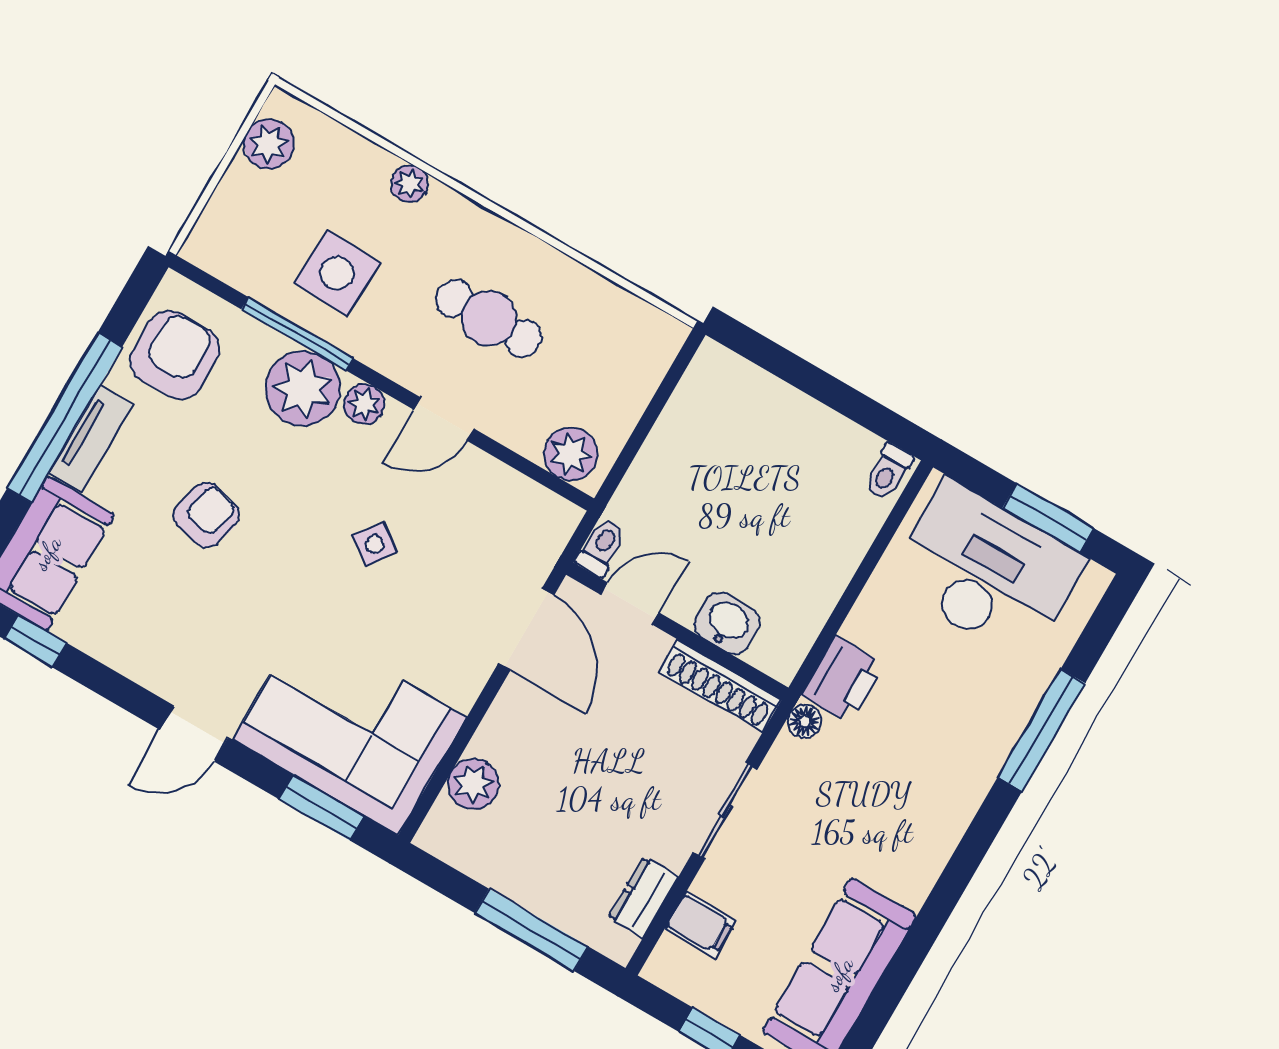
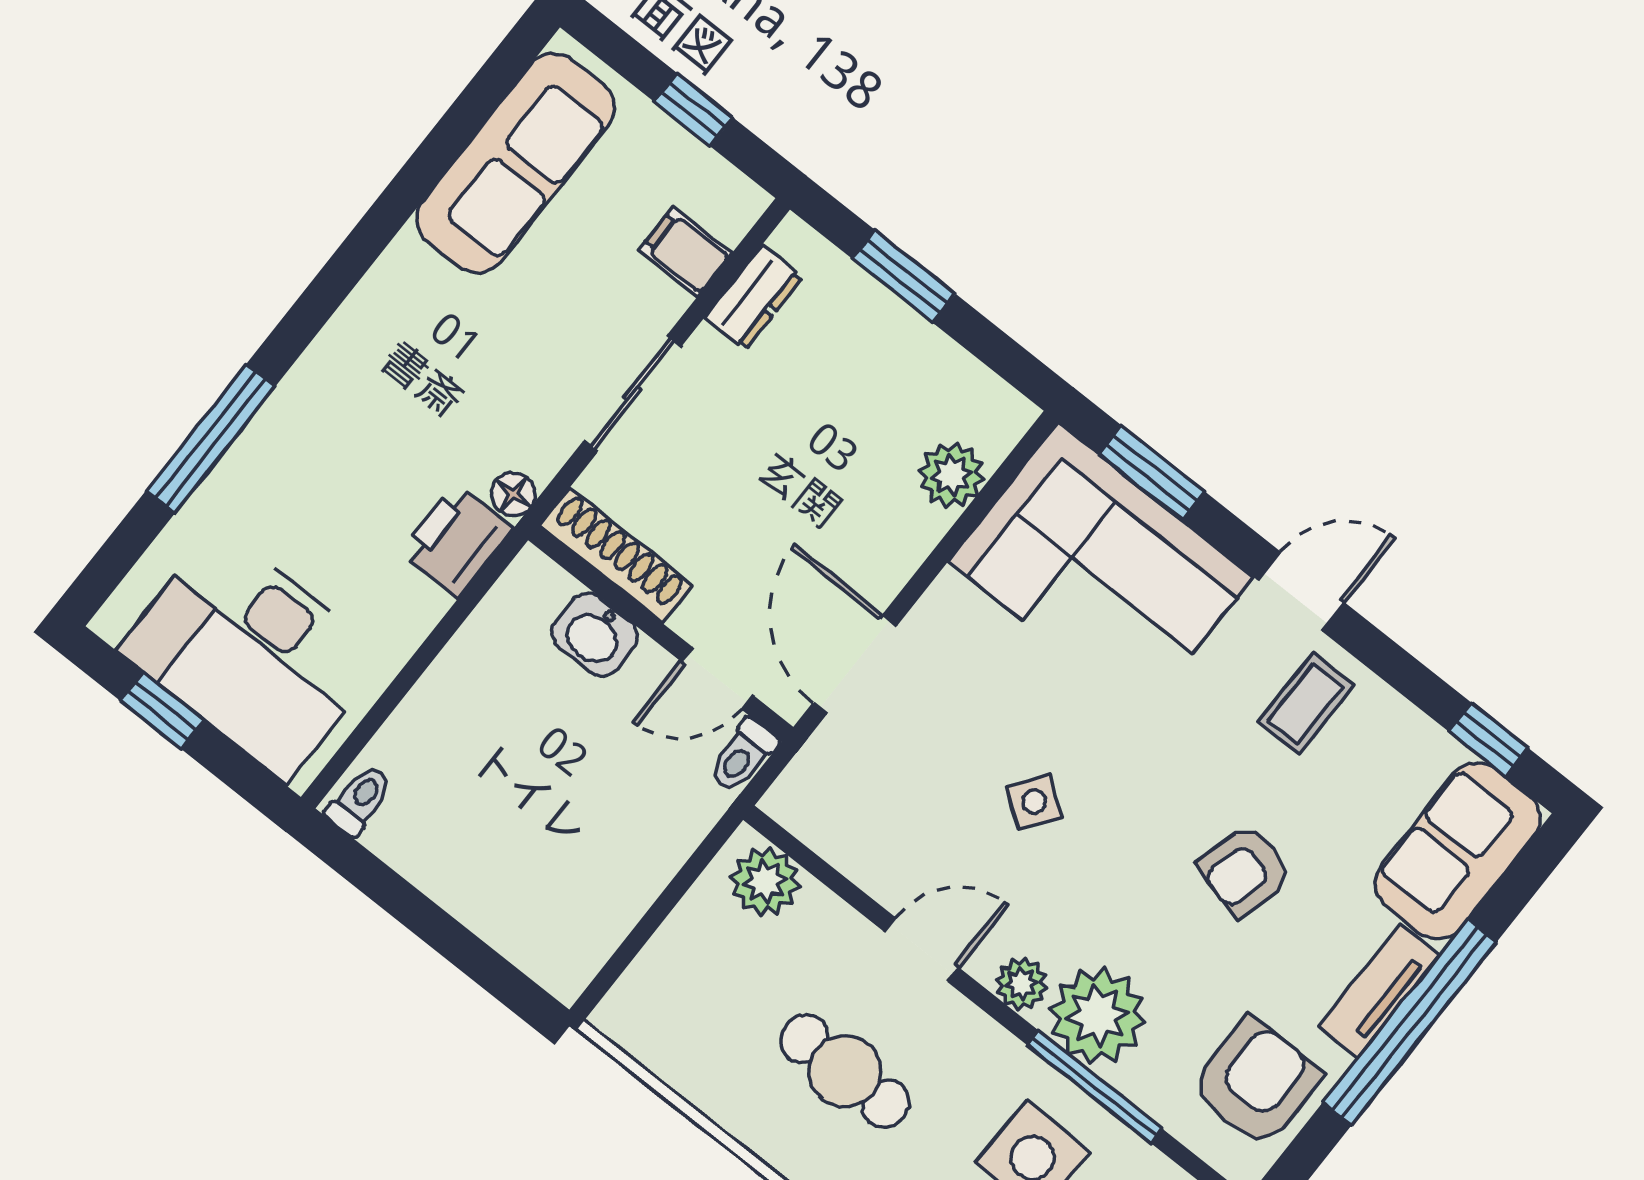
armchair: (175, 355) -> (1256, 1082), turned 180
window: (1048, 518) -> (162, 710), width x0.67
coffee table: (179, 649) -> (1305, 704), added
window: (531, 930) -> (904, 276), width x0.69

